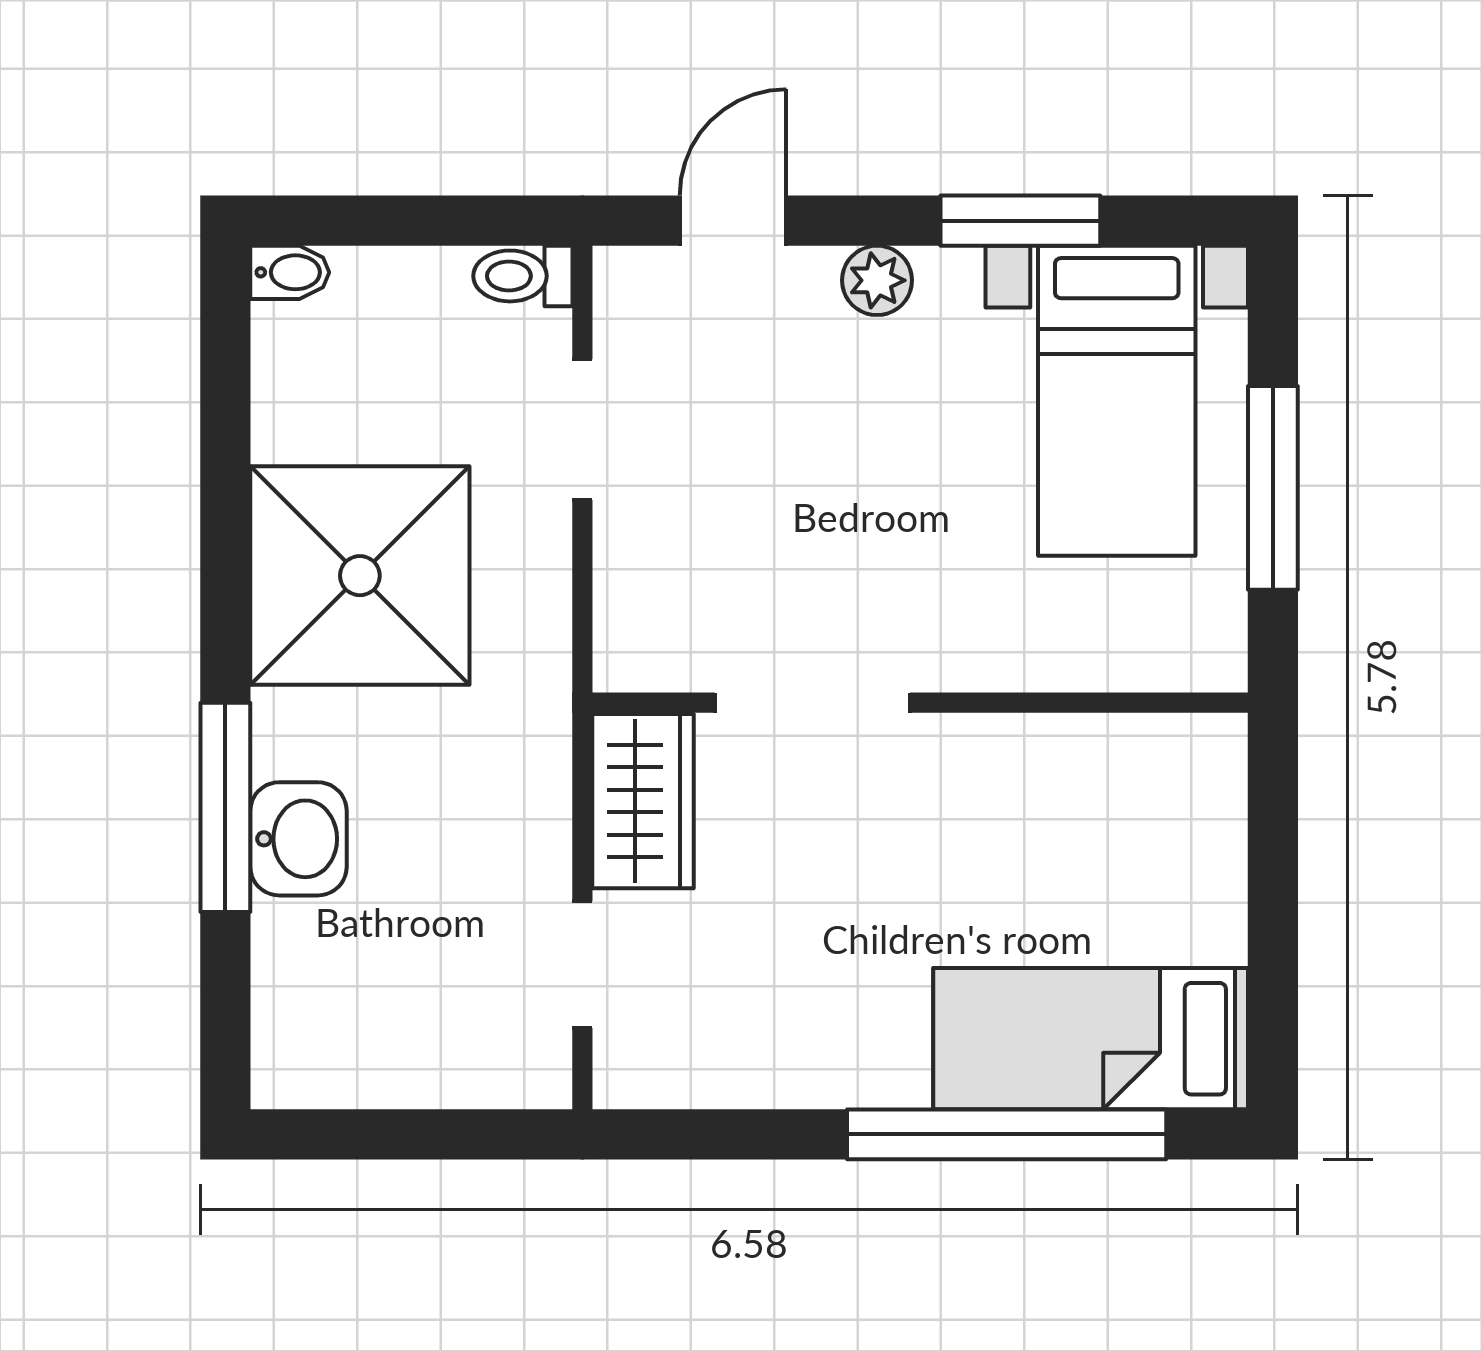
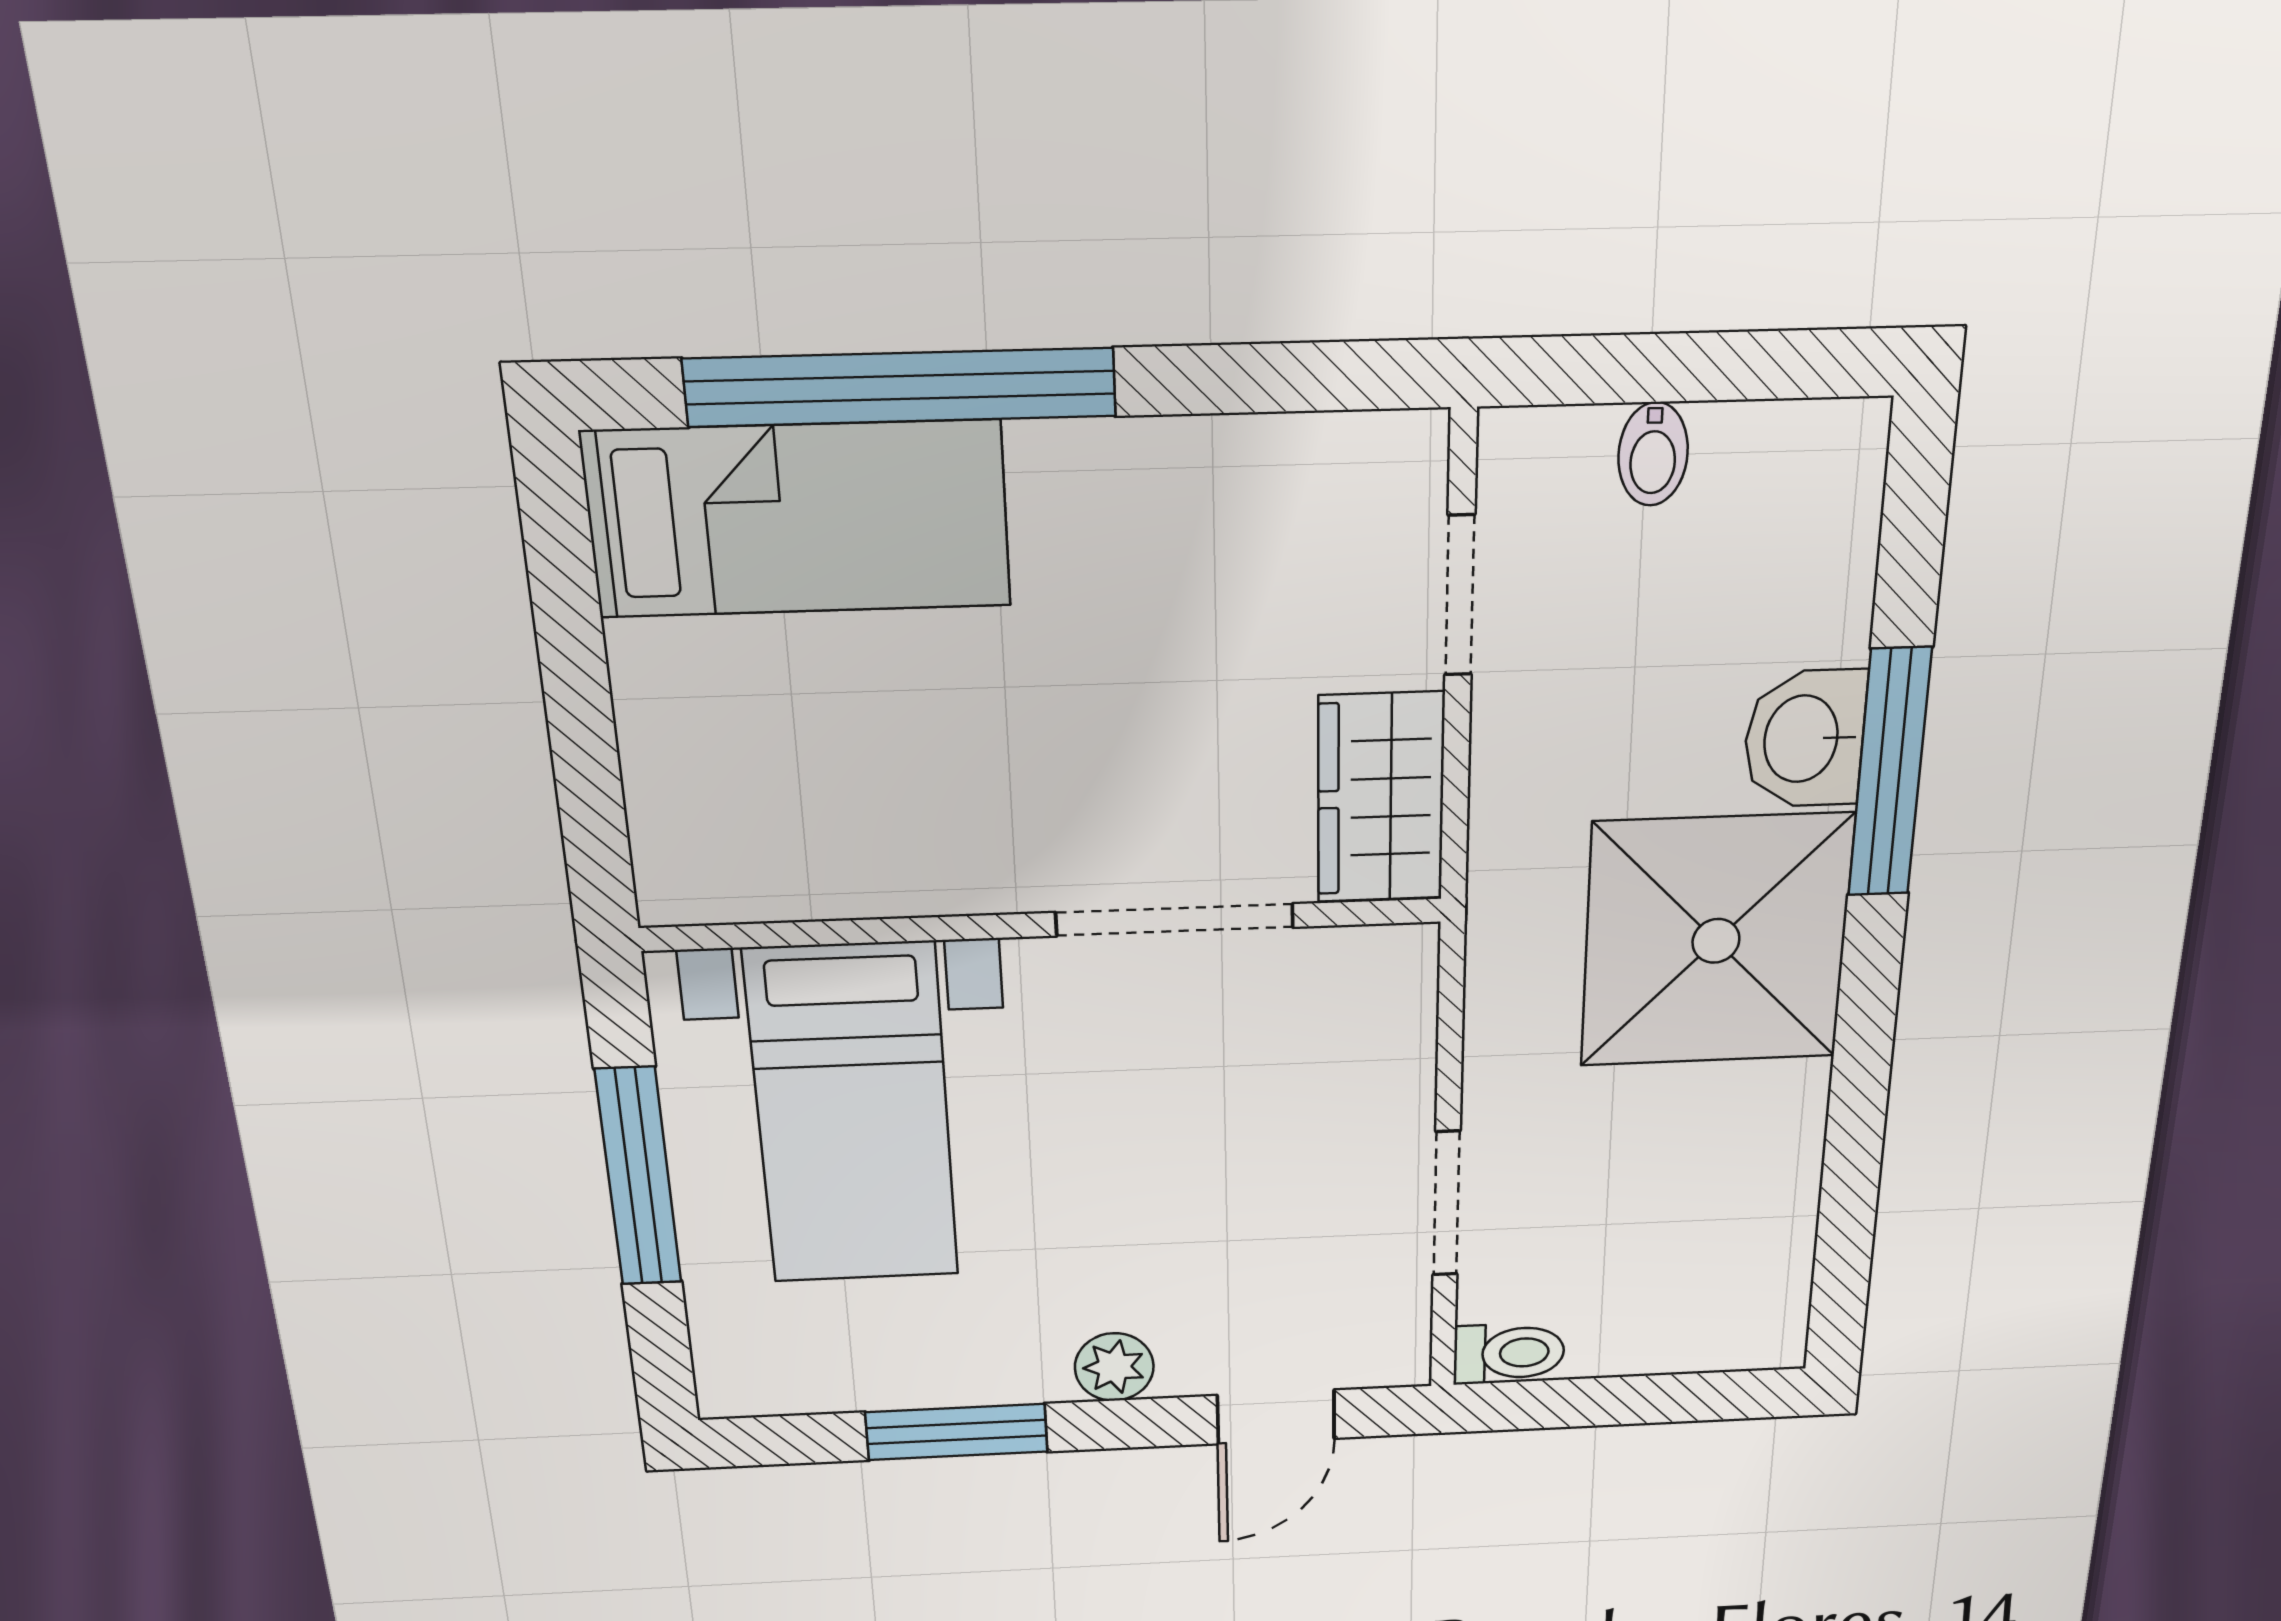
bidet: (290, 272) -> (1653, 454), moved, turned -90
bed with nightstands: (1117, 401) -> (853, 1115), moved, turned 180
shower: (360, 576) -> (1716, 941), moved

